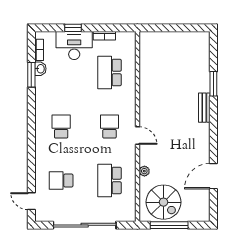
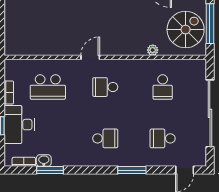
school desk: (61, 127) -> (105, 138), turned 180
door: (137, 135) -> (90, 57), moved
window: (31, 152) -> (132, 170), added
school desk: (61, 181) -> (163, 138), turned 90
school desk: (109, 181) -> (163, 87), width x0.54

